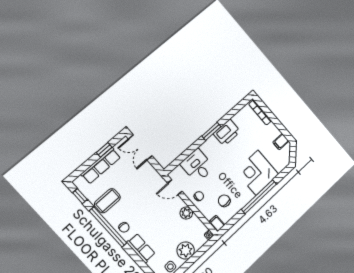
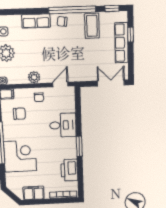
printer: (227, 133) -> (69, 170), moved
filing cabinet: (281, 142) -> (34, 193), width x2.00
window: (104, 150) -> (131, 35), moved
desk: (197, 166) -> (63, 125), moved

